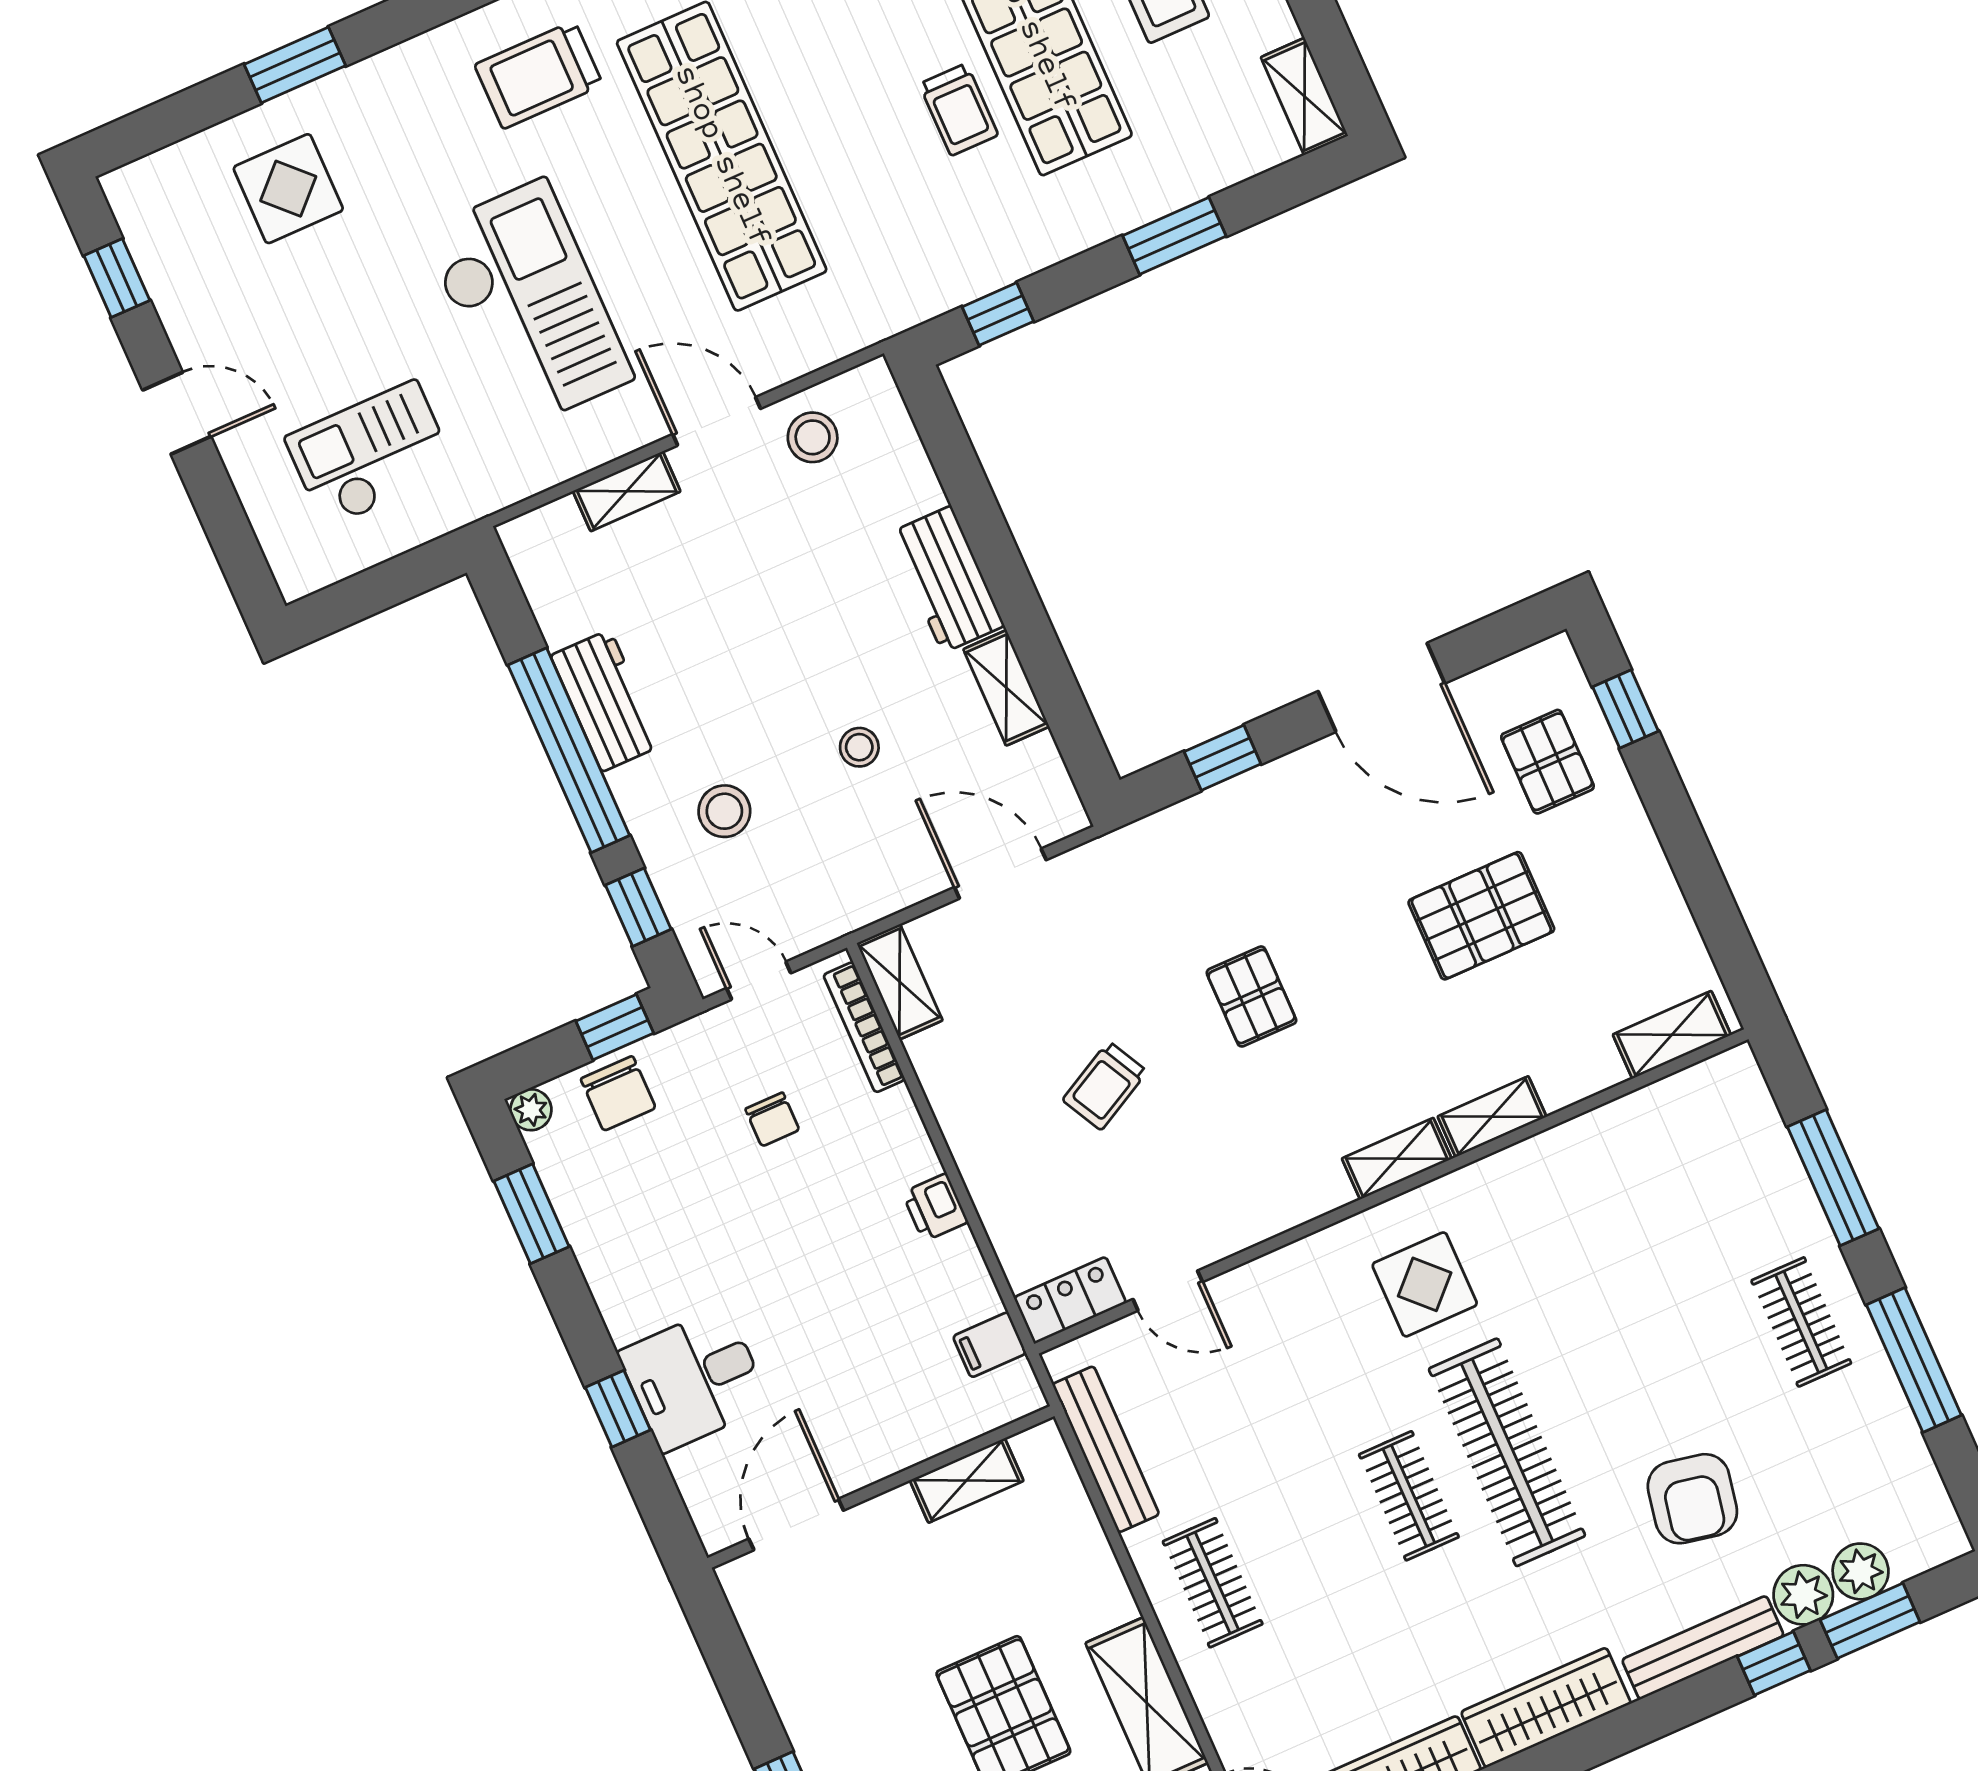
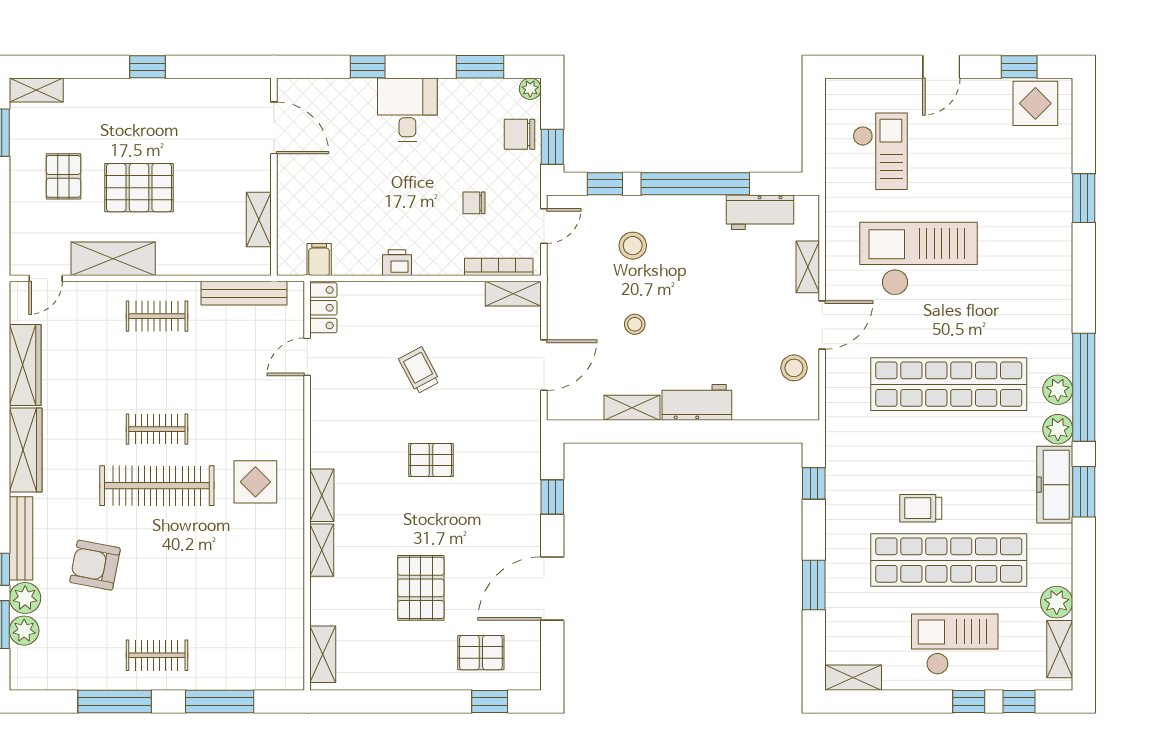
trolley: (539, 75) -> (1027, 313), removed
display table: (288, 189) -> (1035, 103), moved
checkout: (528, 305) -> (918, 259), turned 180
workbench: (606, 701) -> (760, 212), moved
desk: (694, 1379) -> (407, 110), moved

